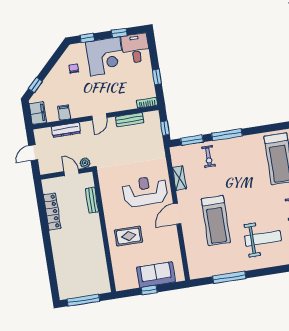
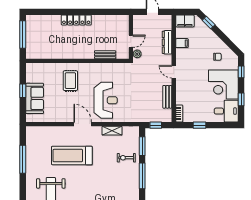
locker: (52, 212) -> (76, 20), moved

